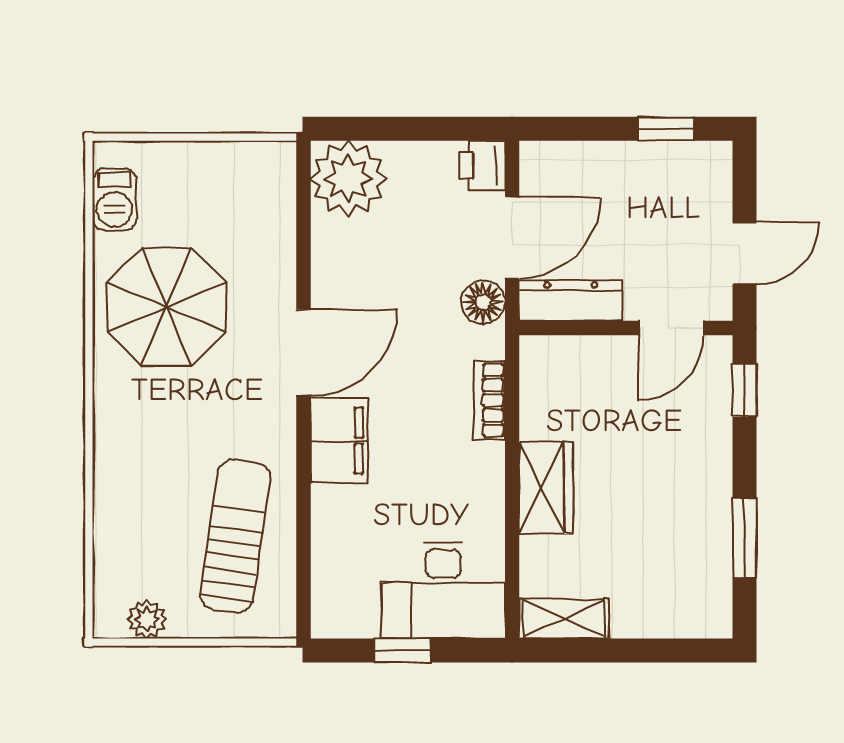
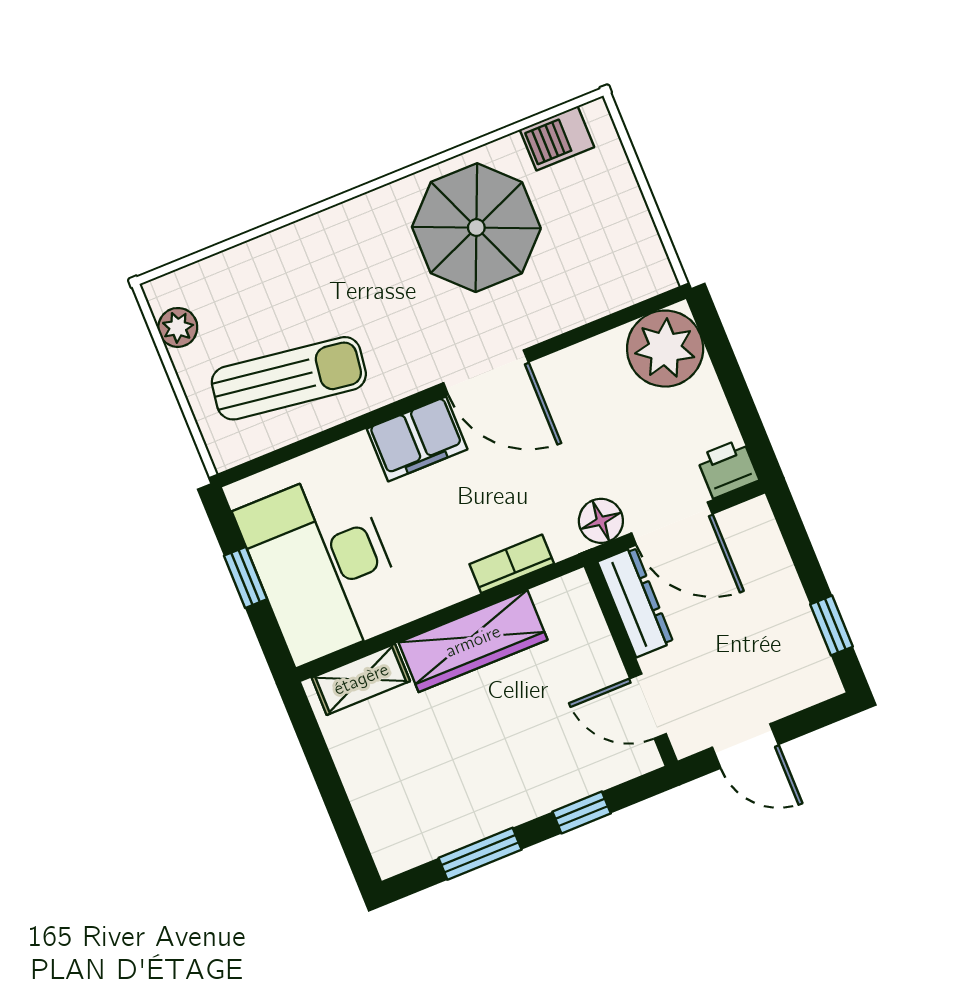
window: (744, 390) -> (582, 812), moved
wardrobe: (546, 488) -> (473, 641), width x1.50
desk: (443, 590) -> (322, 566), width x1.36, depth x1.30
shelving: (564, 619) -> (361, 679), moved, turned 90

